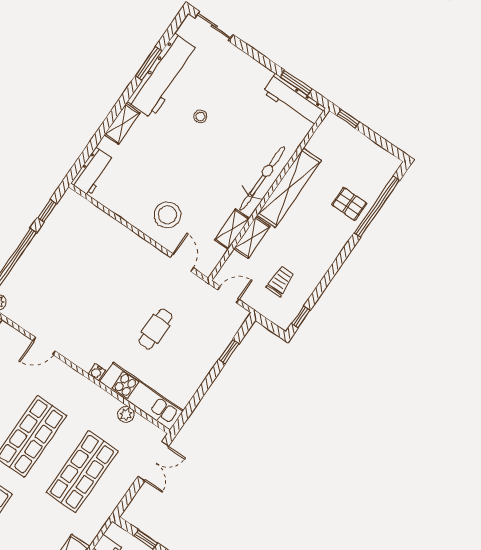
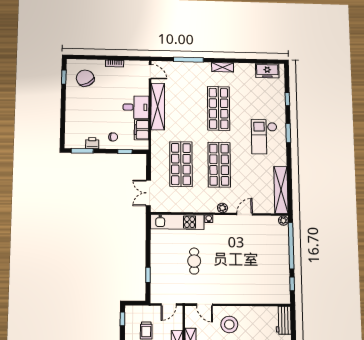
plant: (126, 414) -> (222, 208), moved

